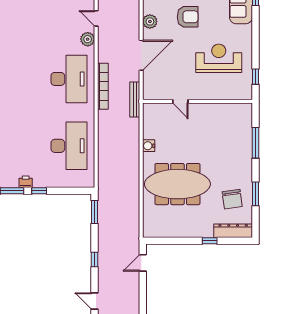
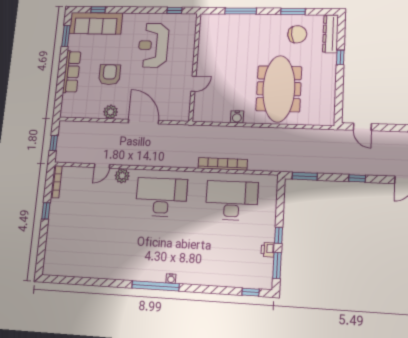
bookcase: (103, 86) -> (223, 164), moved
bench: (135, 100) -> (188, 130), removed

